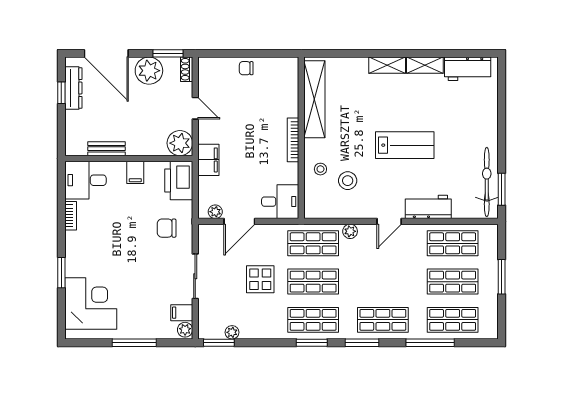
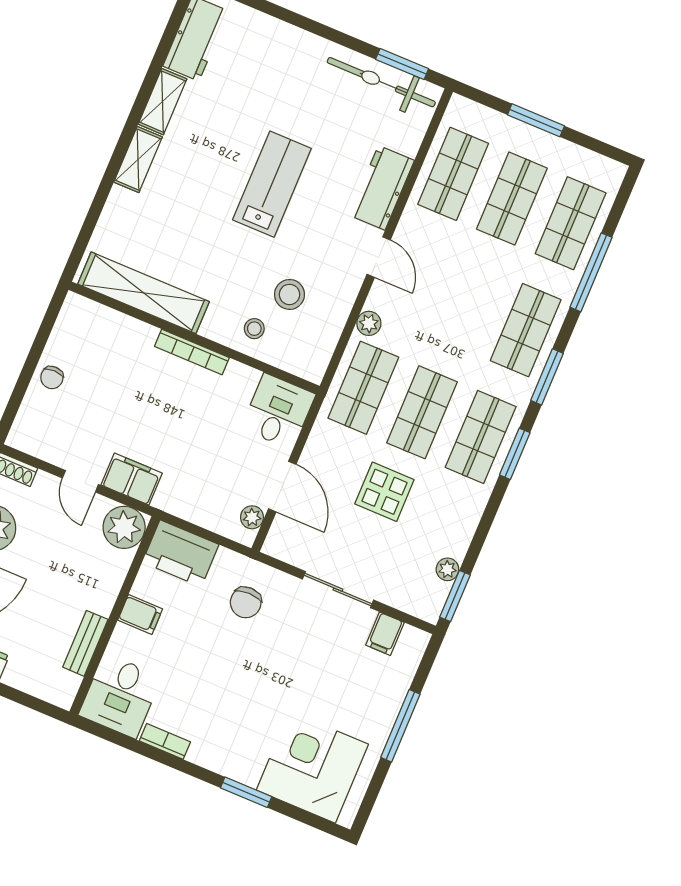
door: (195, 108) -> (80, 481), swing flipped
filing cabinet: (208, 160) -> (132, 479), moved
plant: (185, 330) -> (413, 640), removed

